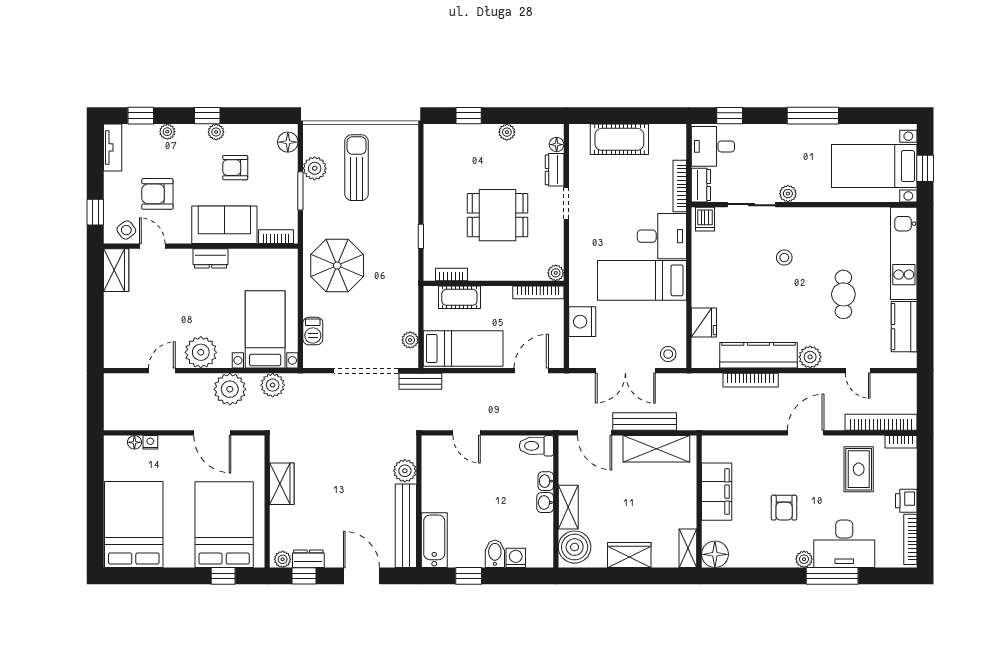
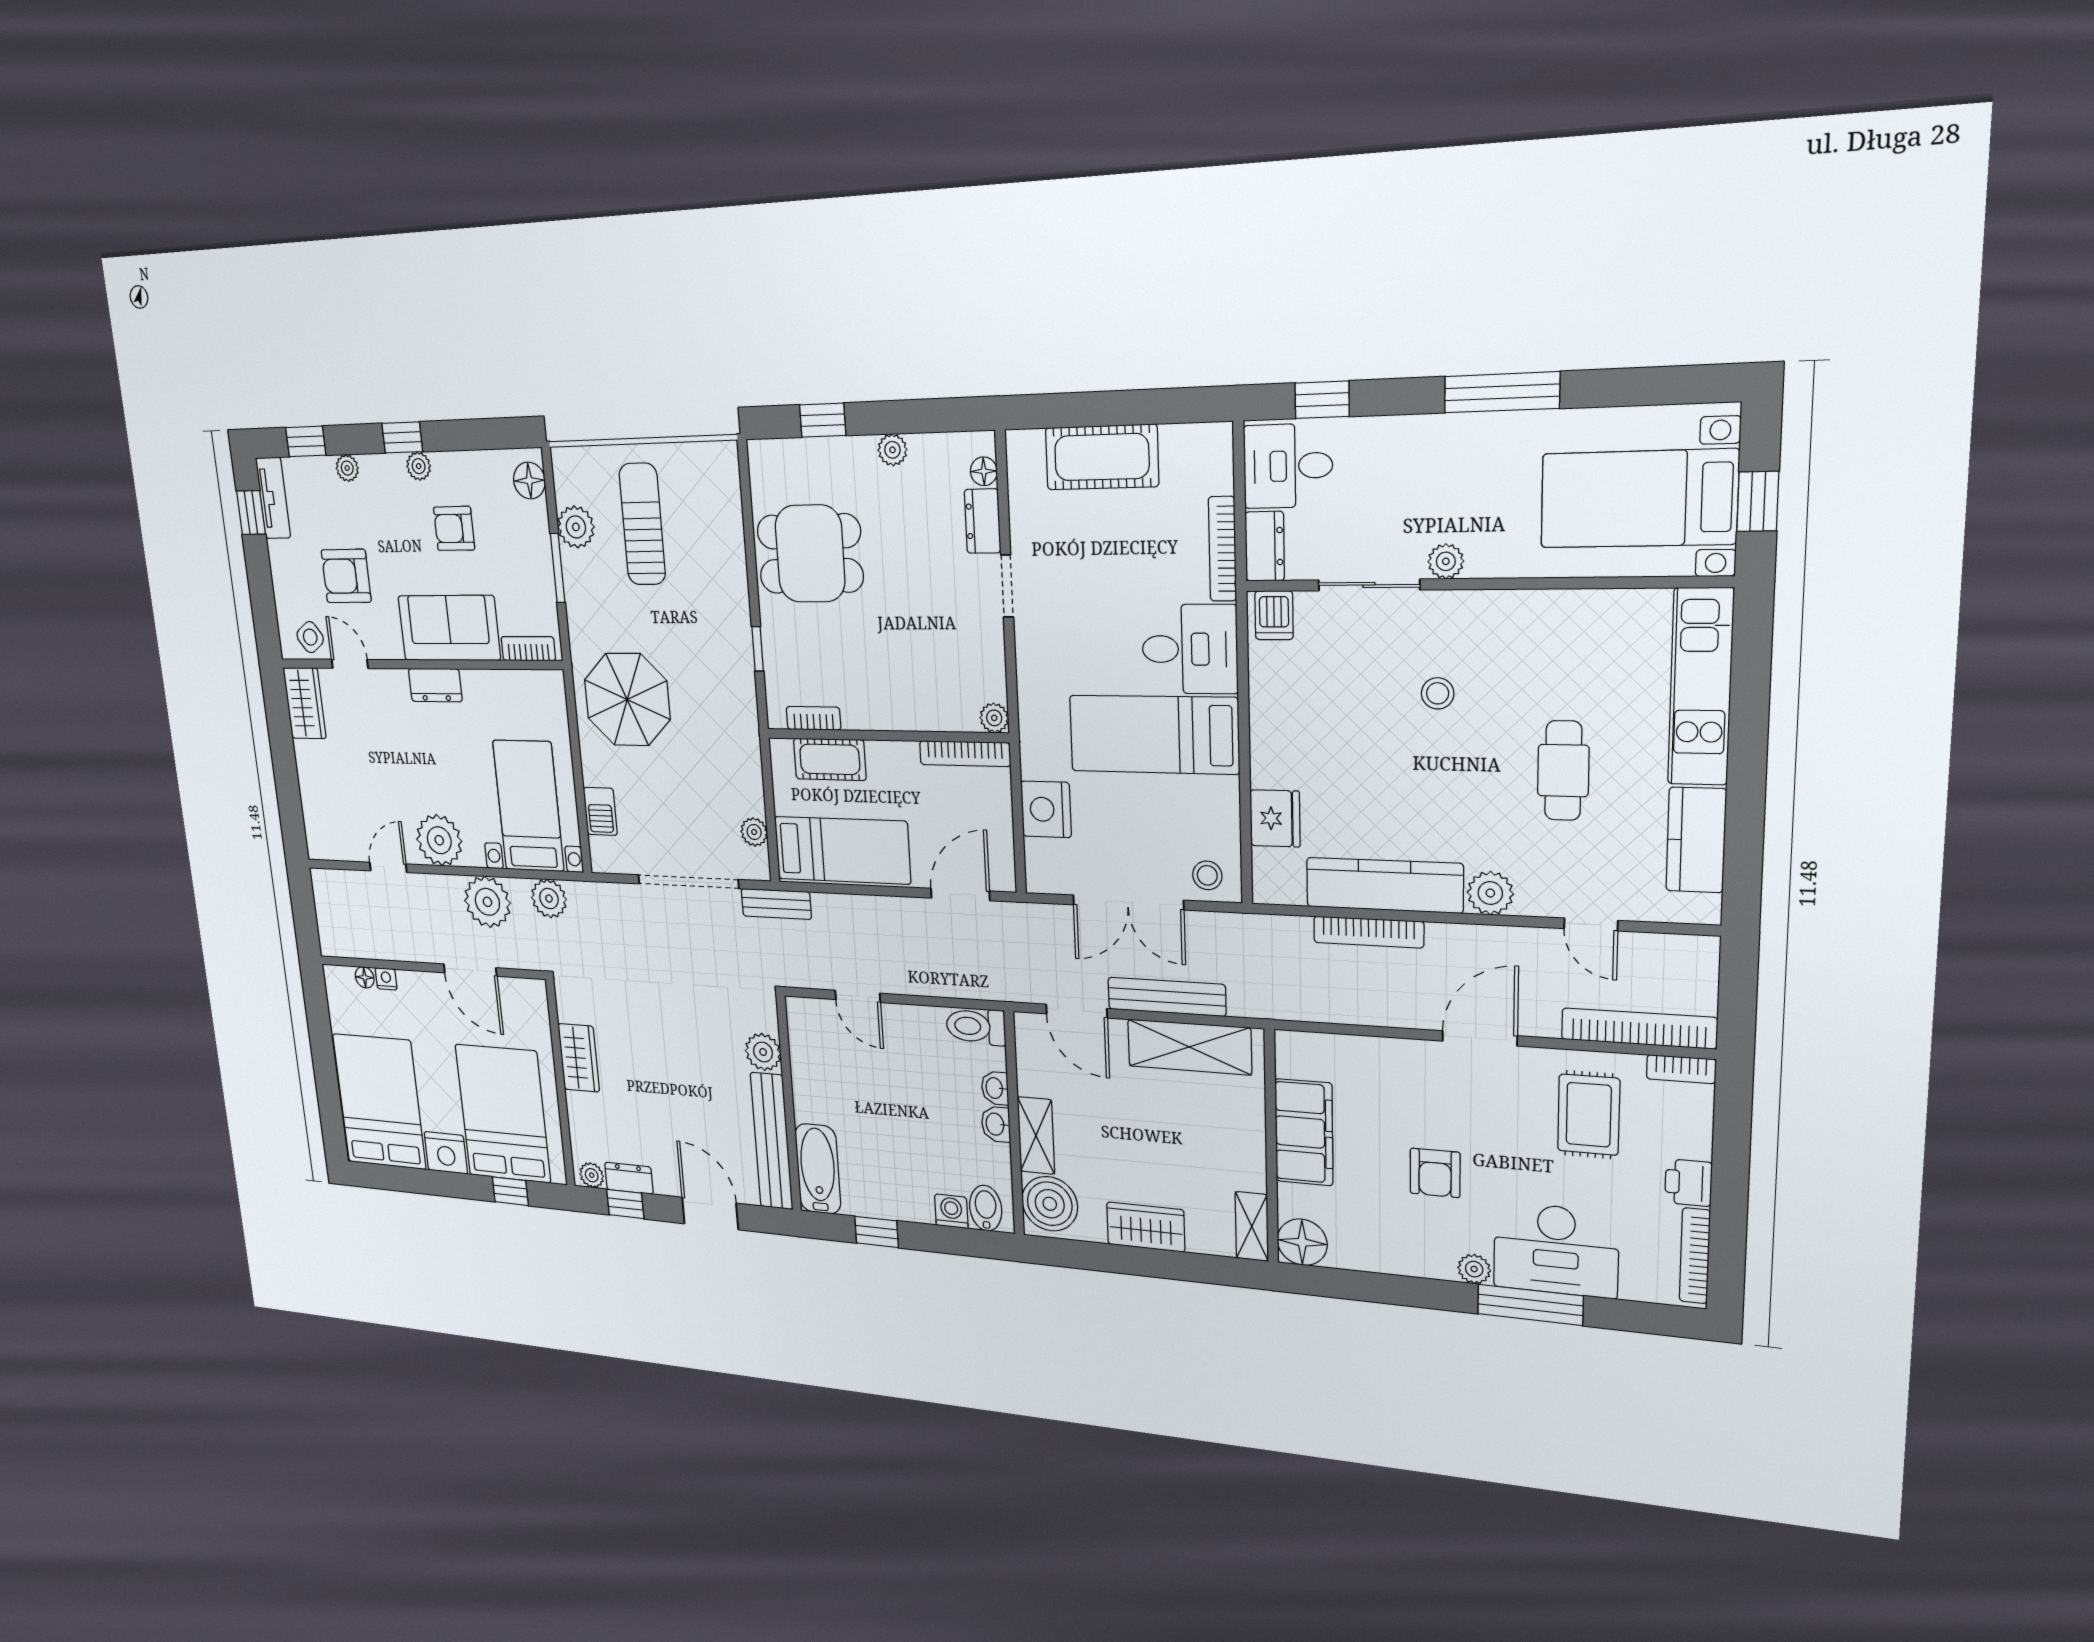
window: (95, 212) -> (251, 513), moved
dining table: (498, 215) -> (810, 554), moved
bidet: (495, 554) -> (986, 1208), moved
nightstand: (179, 555) -> (446, 1153), added

